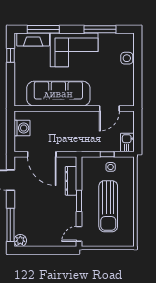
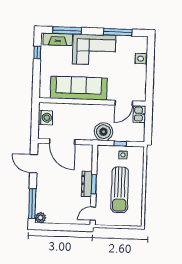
boiler: (88, 142) -> (104, 132), added
kitchen sink: (127, 142) -> (139, 114), moved
dresser: (71, 181) -> (87, 184), moved

